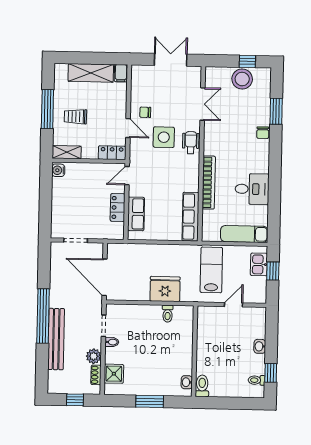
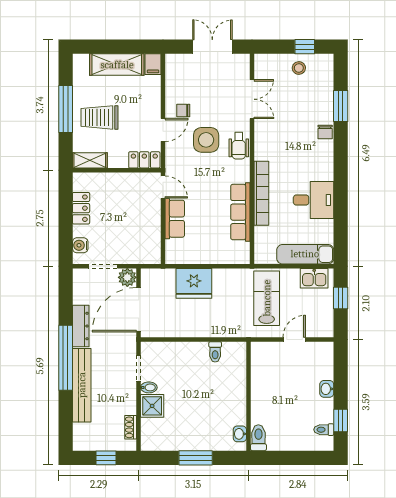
stool: (242, 79) -> (299, 68), width x0.53, depth x0.53
trolley: (75, 117) -> (99, 117), width x1.36, depth x1.39
door: (128, 128) -> (163, 130), hinge flipped
wheelchair: (191, 143) -> (239, 146), turned 180
water cooler: (58, 170) -> (80, 245), moved
door: (127, 176) -> (163, 187), swing flipped
locker: (118, 208) -> (81, 208), moved, turned 180
row of seats: (136, 214) -> (175, 219), moved
row of seats: (191, 217) -> (240, 212), moved
kitchen sink: (259, 264) -> (314, 278), moved, turned -90
door: (105, 277) -> (139, 310), hinge flipped
fridge: (165, 289) -> (194, 283), moved, turned 180
dresser: (56, 290) -> (81, 326), added
plant: (94, 356) -> (127, 277), moved
shower: (114, 374) -> (152, 406), moved

